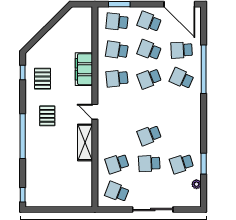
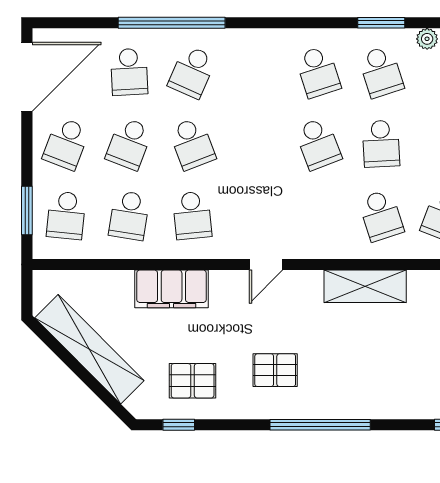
shelving: (57, 32) -> (89, 349), added
school desk: (182, 135) -> (318, 72), added
shelving: (85, 142) -> (365, 286), moved

